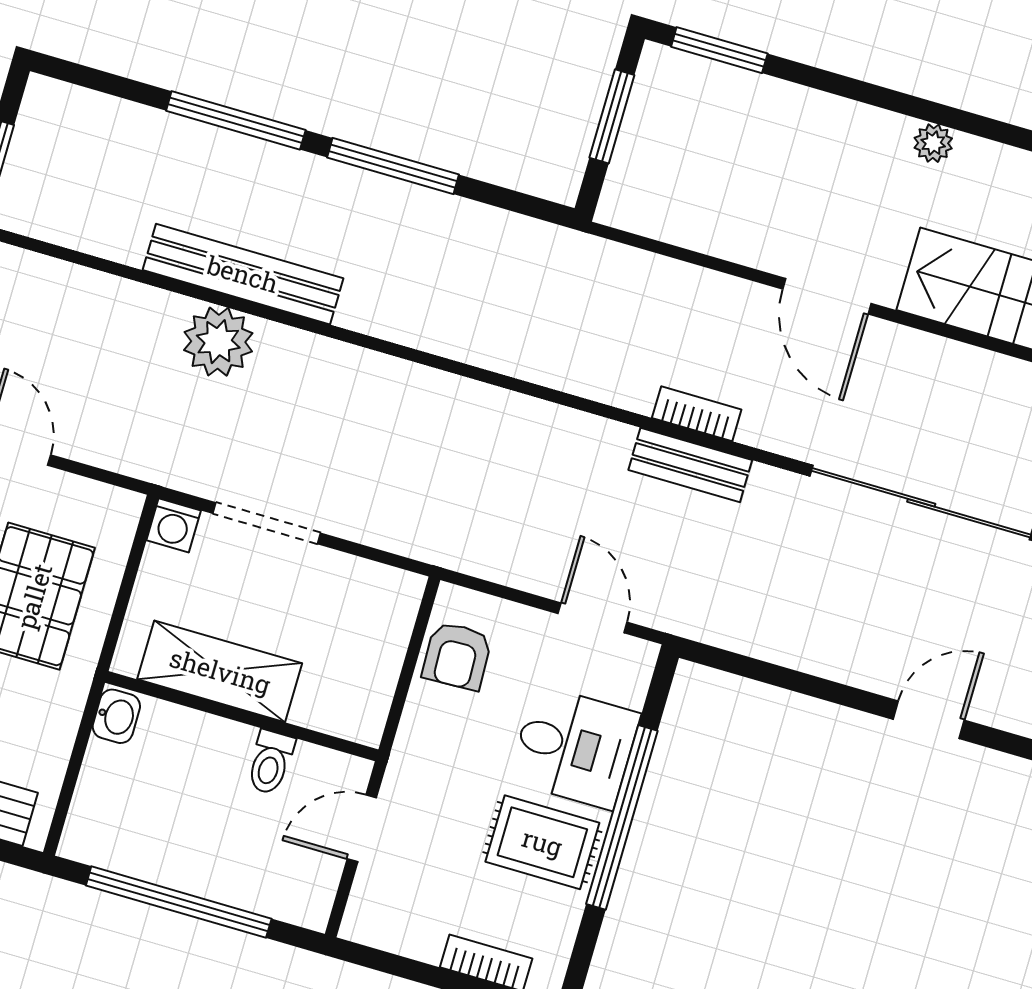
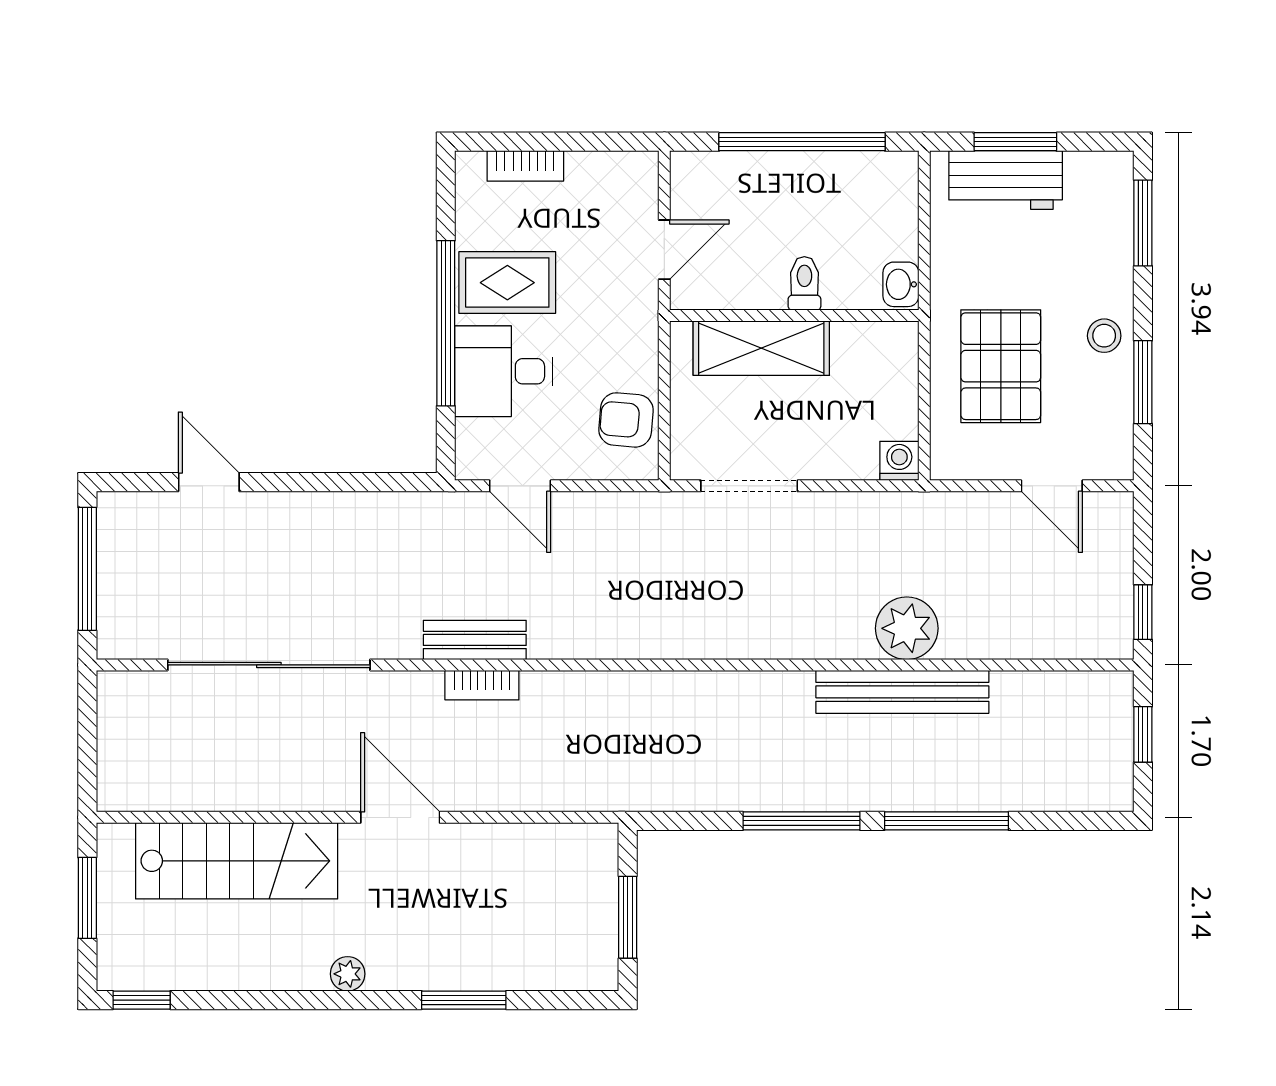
window: (719, 50) -> (464, 1000), moved
doorway: (267, 523) -> (749, 486), moved
armchair: (457, 656) -> (626, 420), turned -83
shelving: (220, 671) -> (761, 348), moved
door: (929, 720) -> (209, 482), swing flipped
toilet: (270, 762) -> (804, 283), moved

